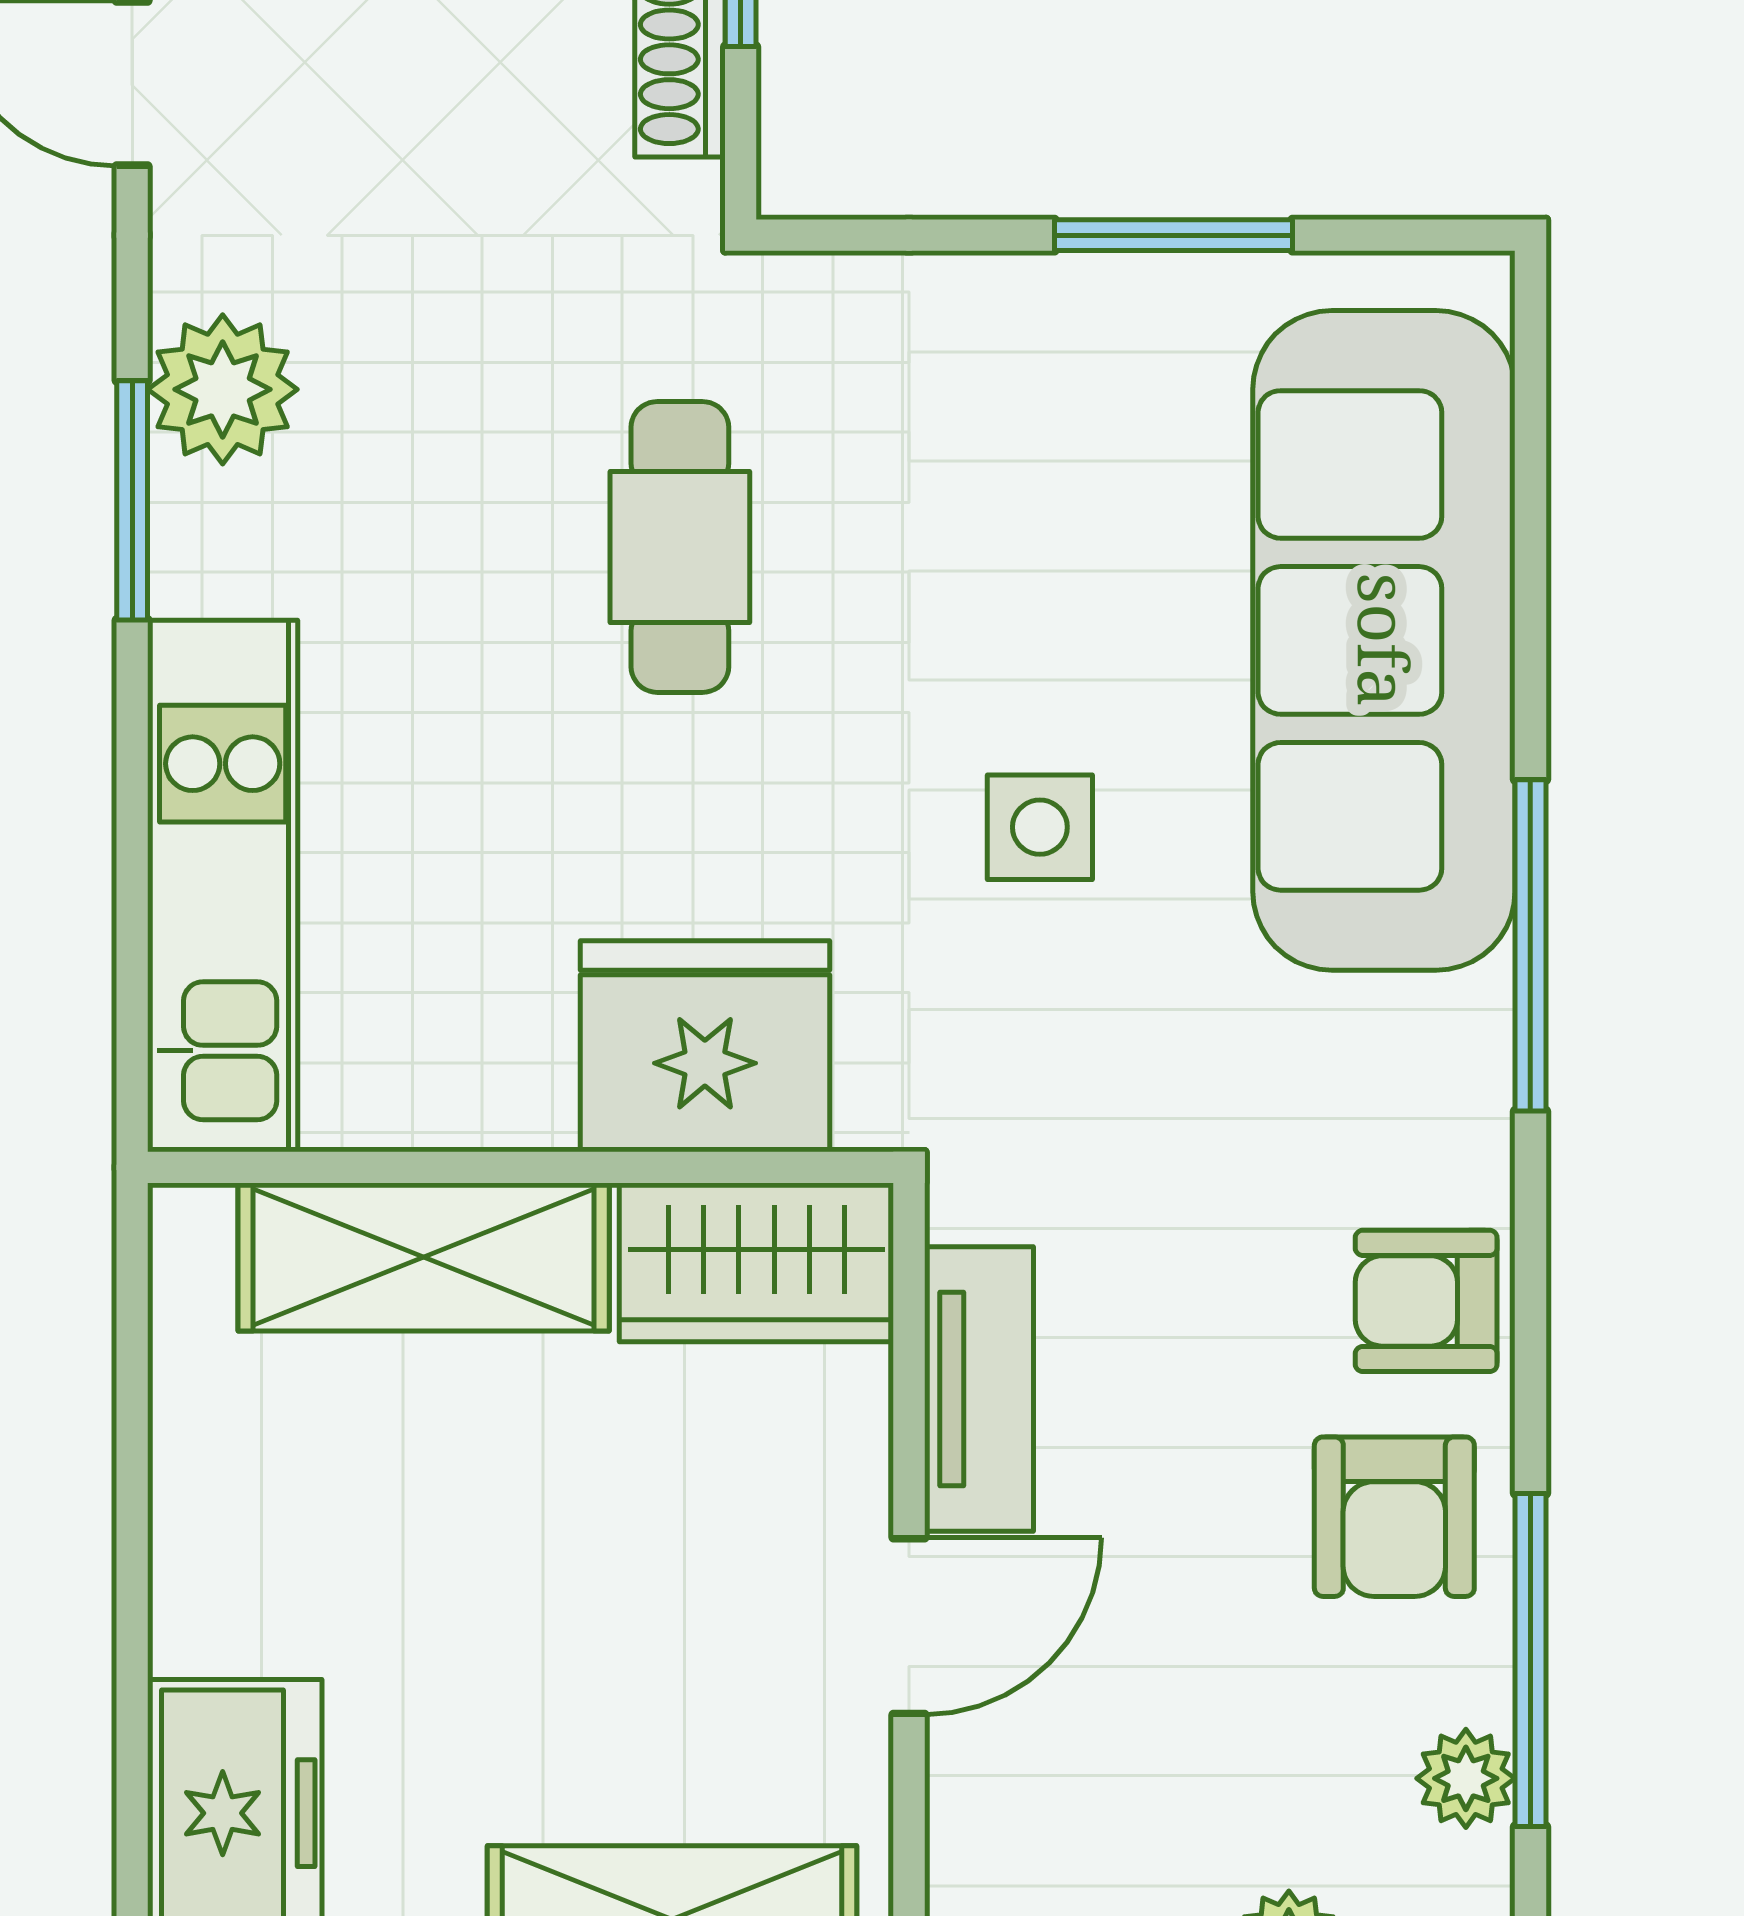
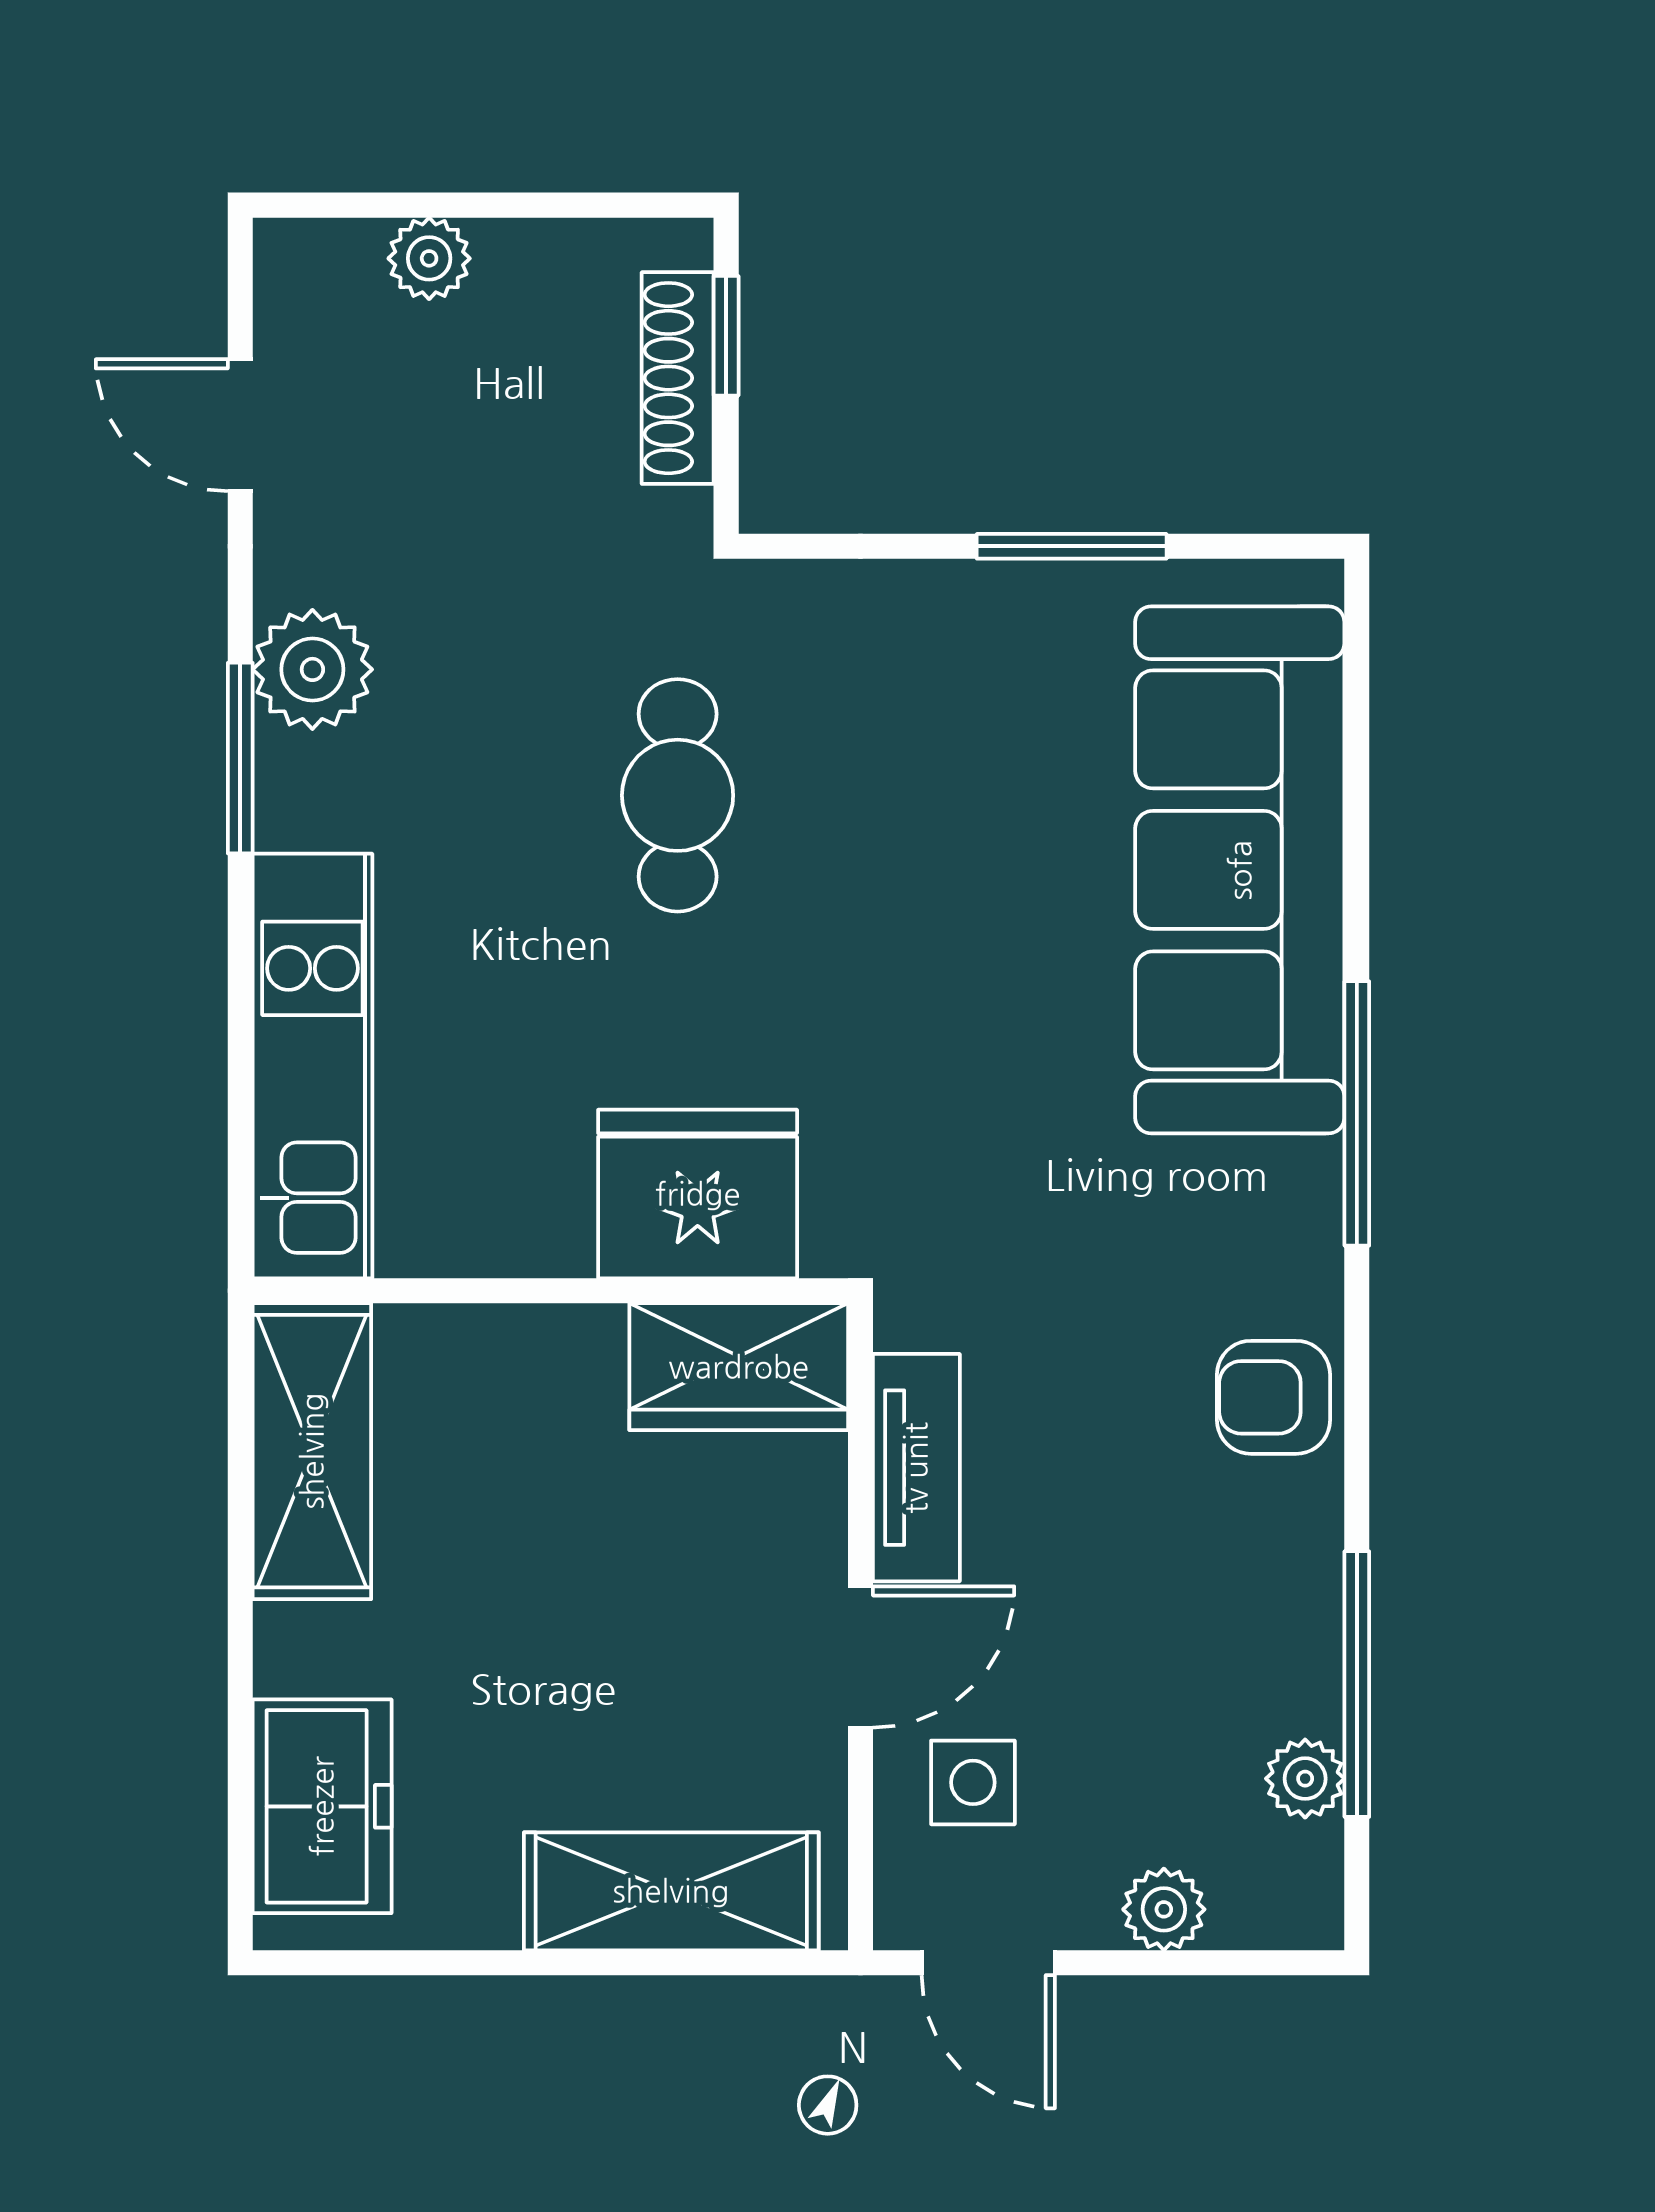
side table: (1040, 827) -> (973, 1782), moved
shelving: (424, 1257) -> (312, 1451), moved, turned 90
armchair: (1394, 1517) -> (1248, 1570), removed

